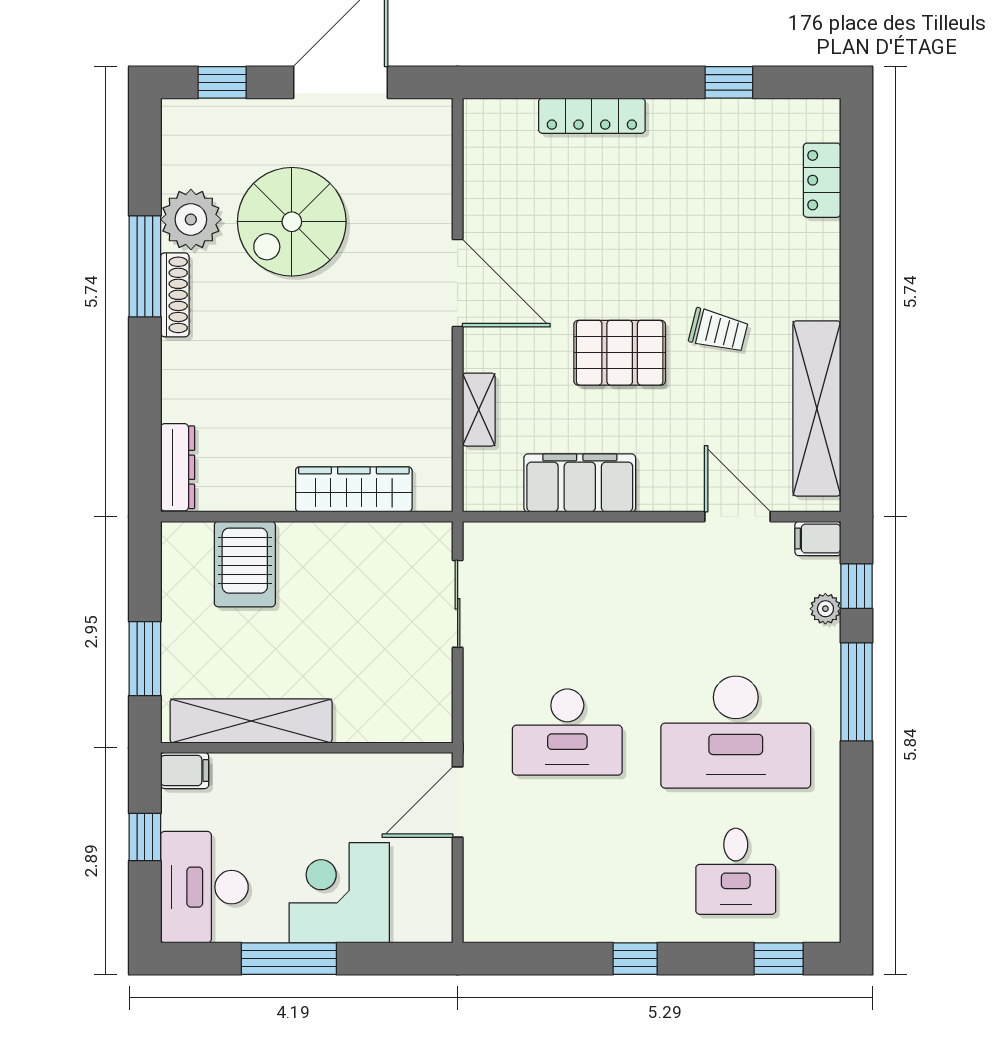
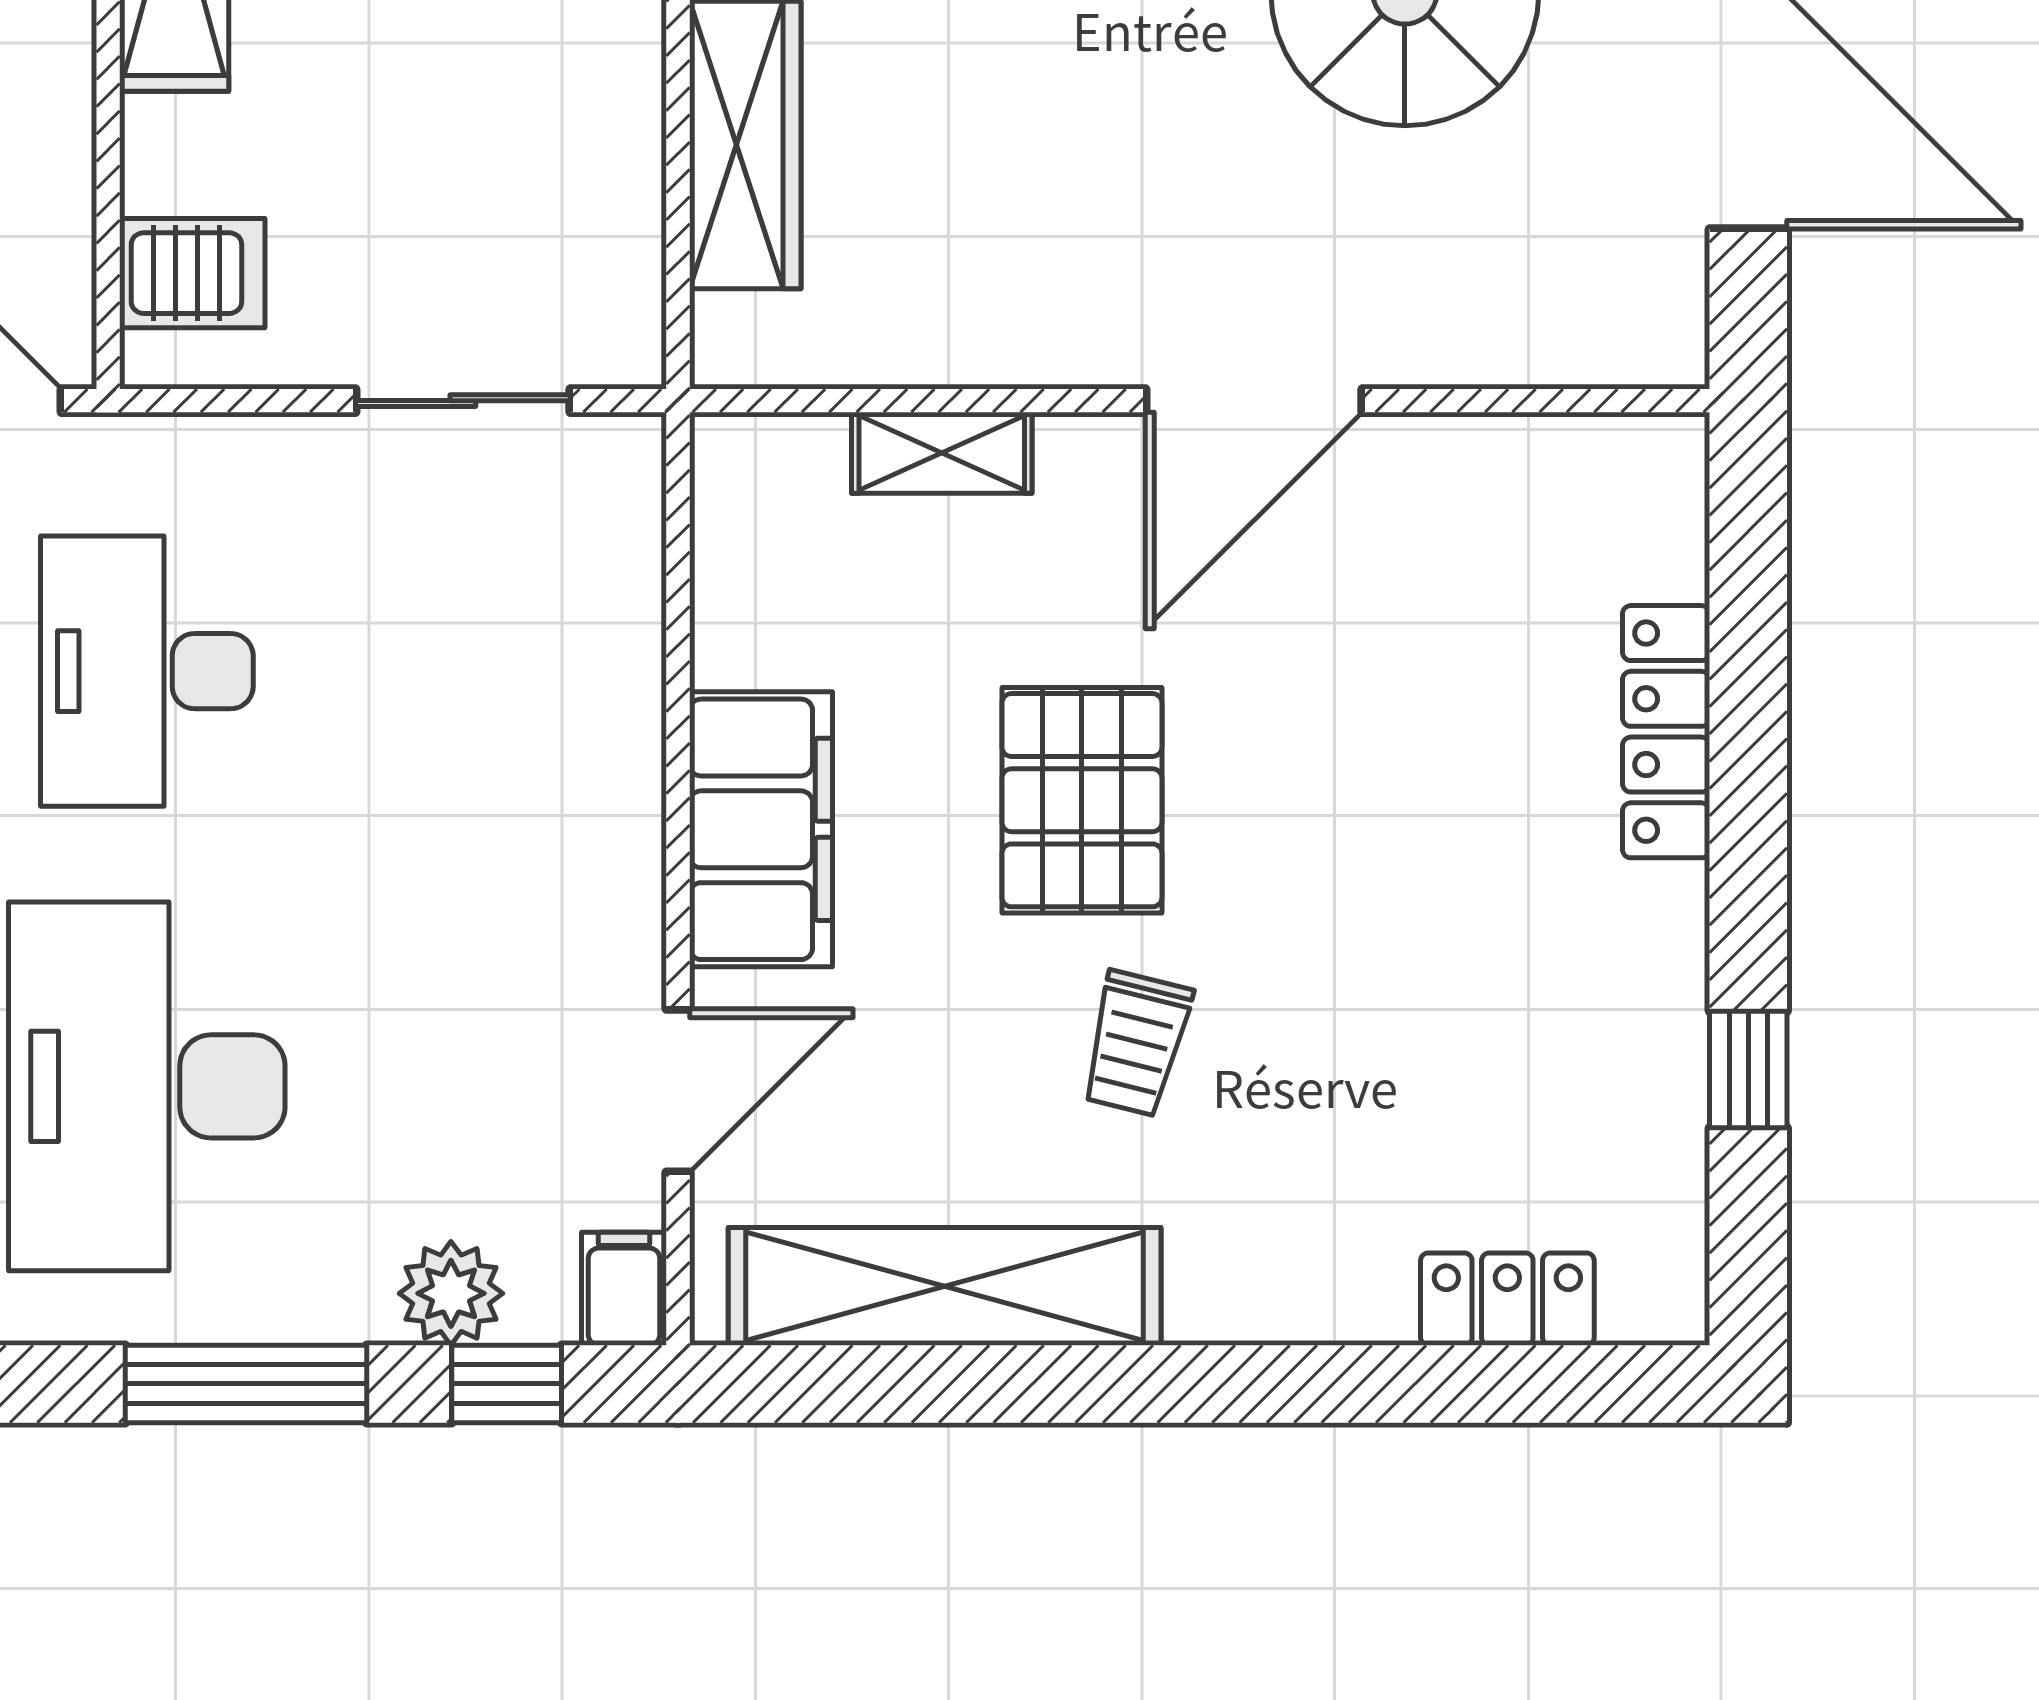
filing cabinet: (580, 483) -> (761, 829), moved
plant: (825, 609) -> (451, 1293), width x1.38, depth x1.38
server rack: (406, 714) -> (192, 273), added

